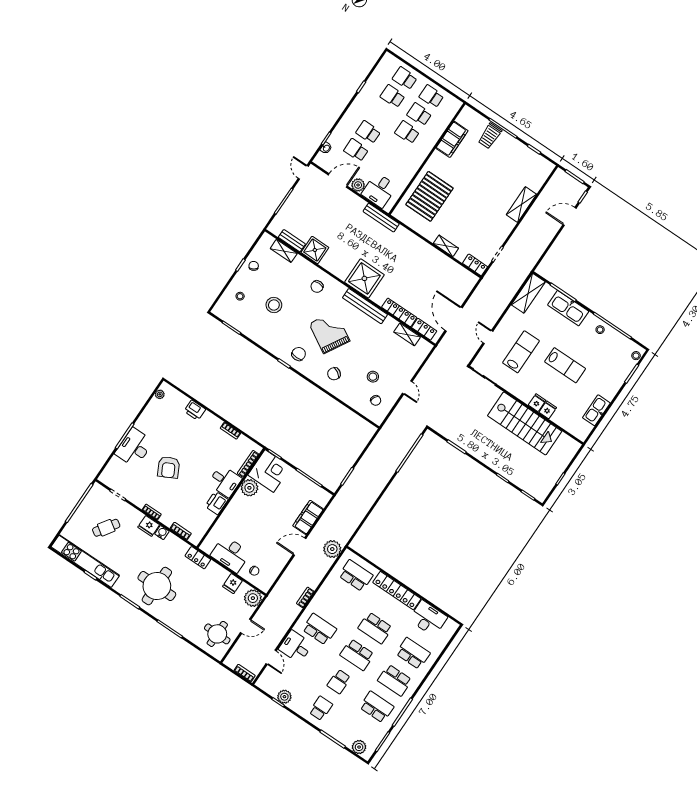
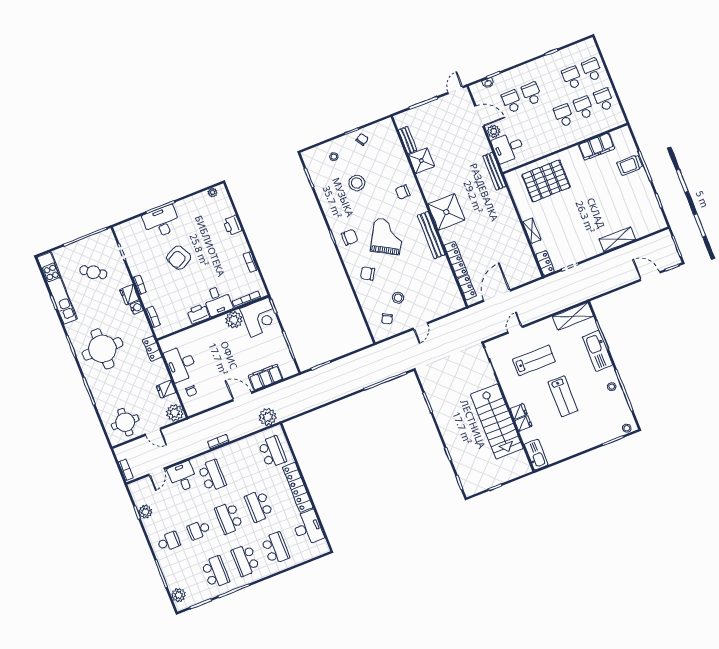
shelving: (284, 251) -> (395, 144), removed
shelving: (407, 334) -> (450, 282), removed
kitchen sink: (596, 410) -> (536, 455), moved, turned 90

